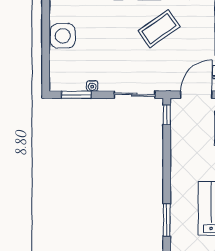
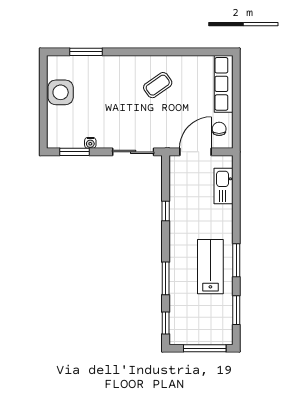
coffee table: (159, 29) -> (158, 85), width x0.73, depth x0.77
window: (167, 115) -> (166, 211), moved

